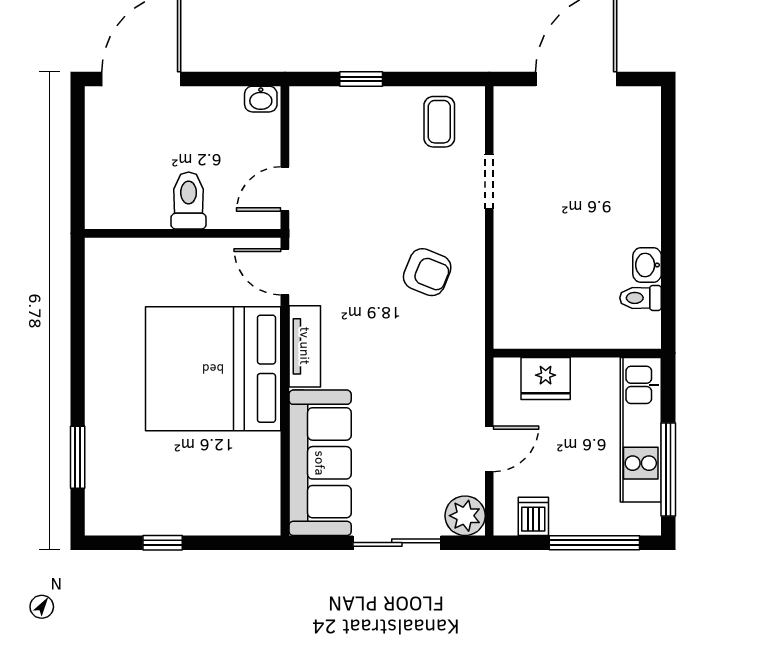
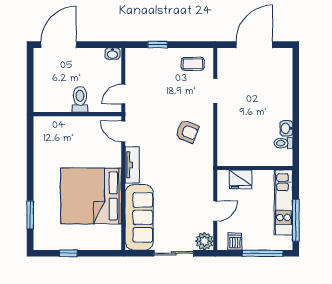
coffee table: (439, 122) -> (193, 64), turned 90
bed: (213, 369) -> (91, 196), moved

